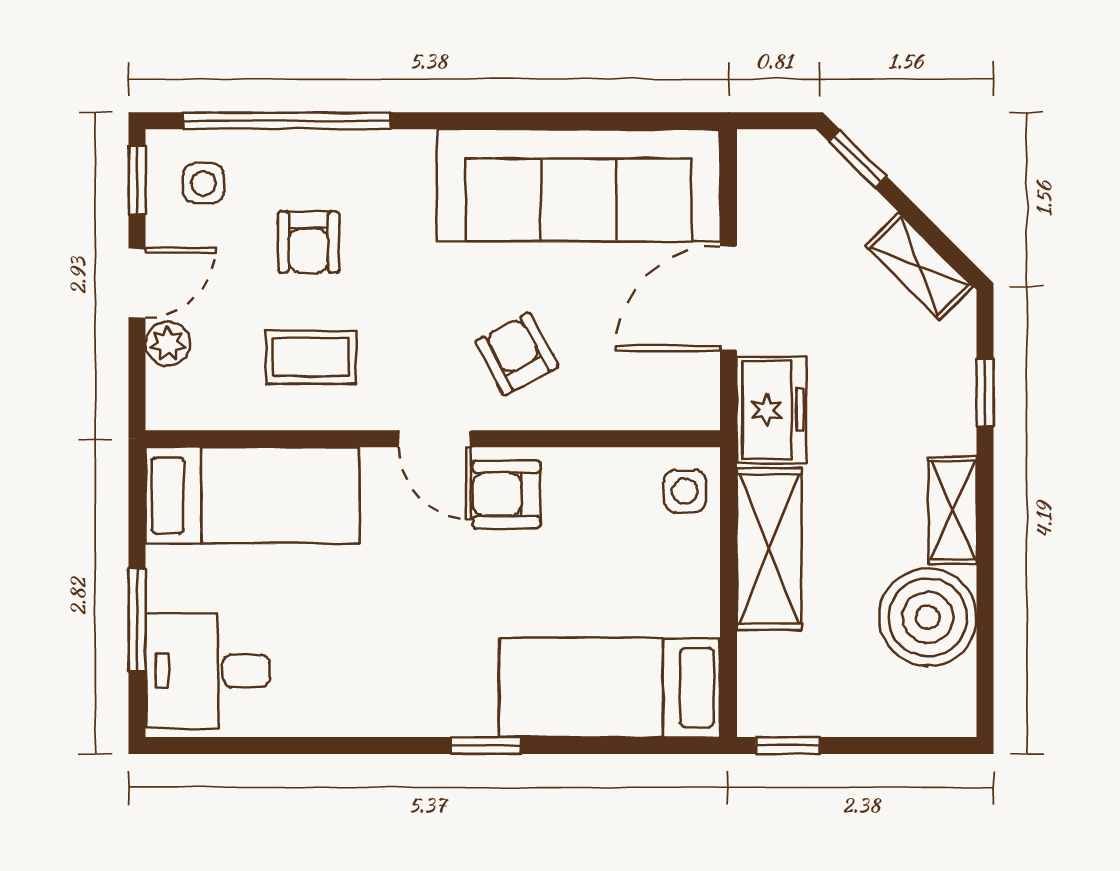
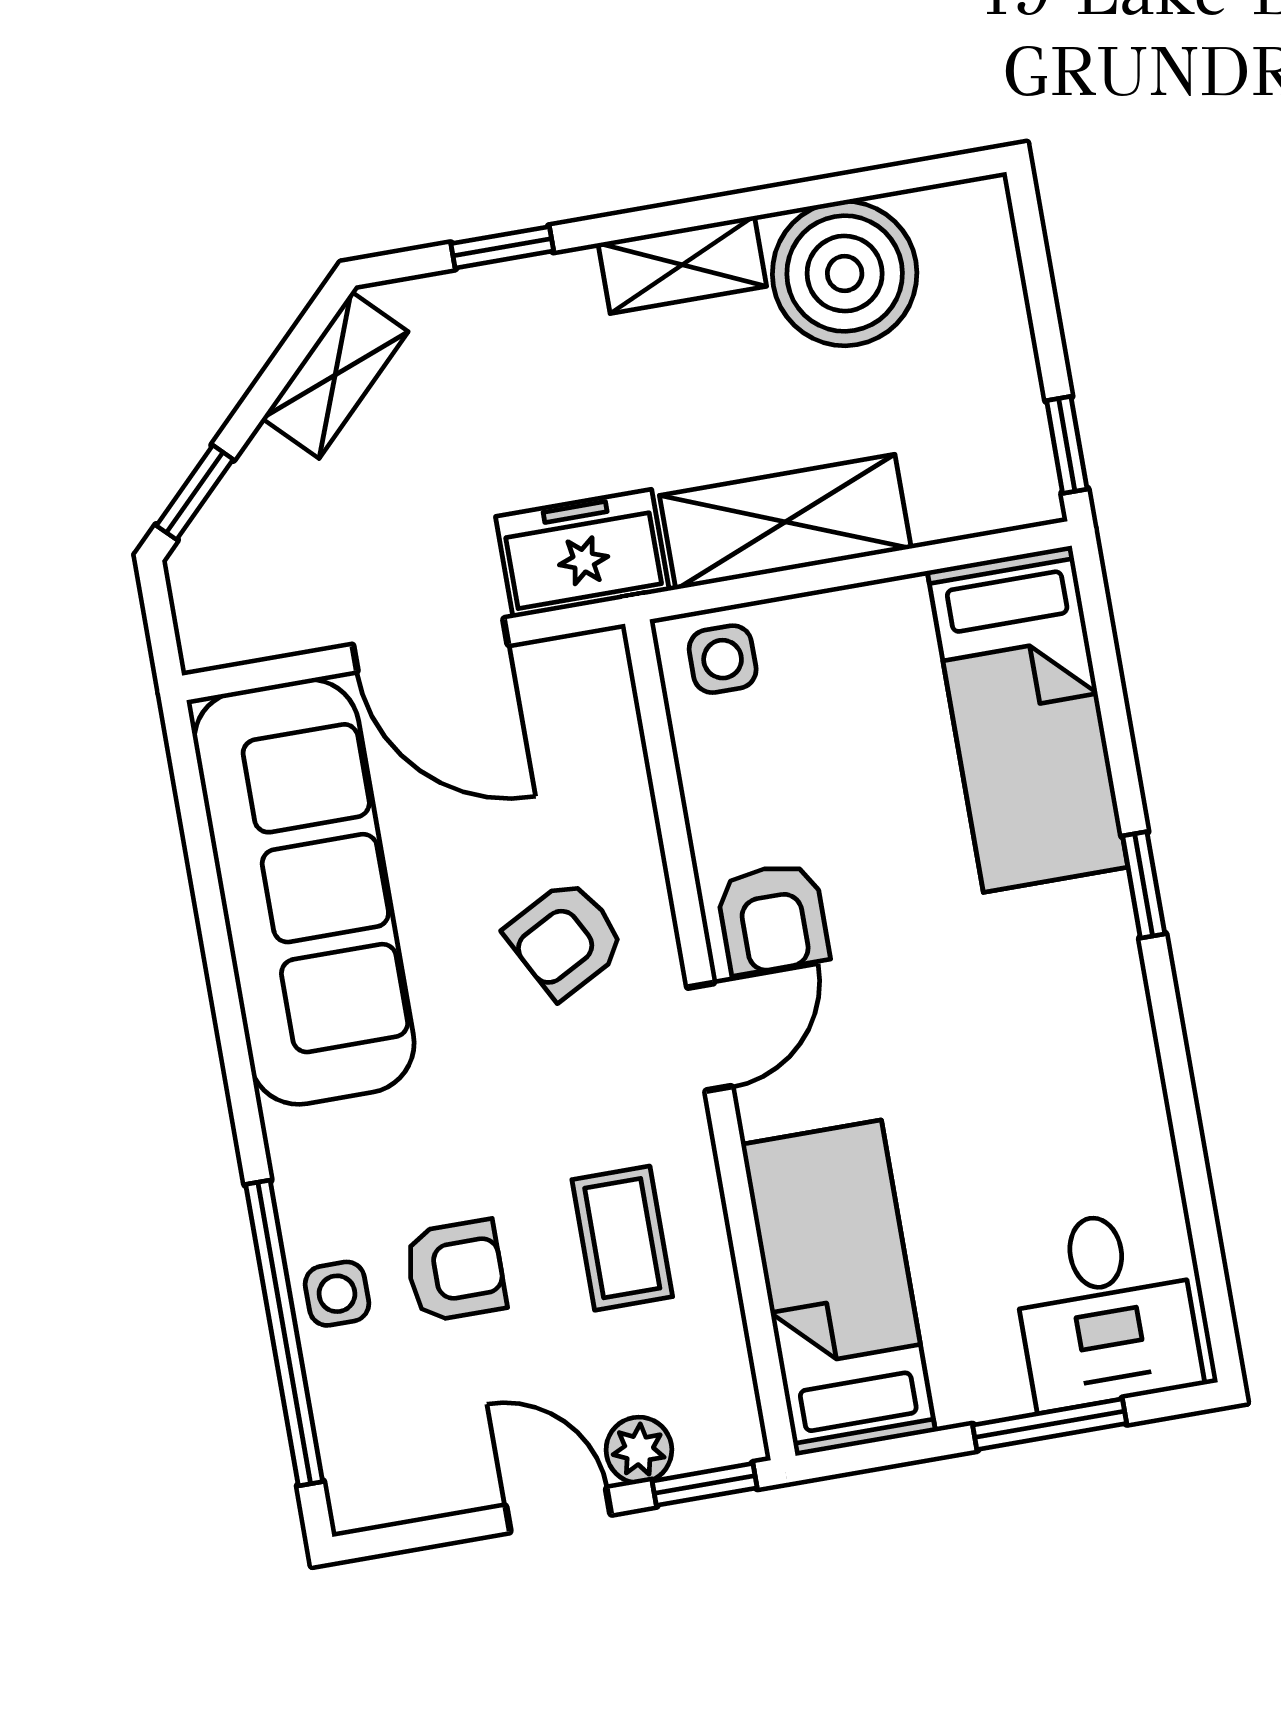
window: (137, 180) -> (705, 1484), moved
side table: (203, 183) -> (337, 1294), moved

